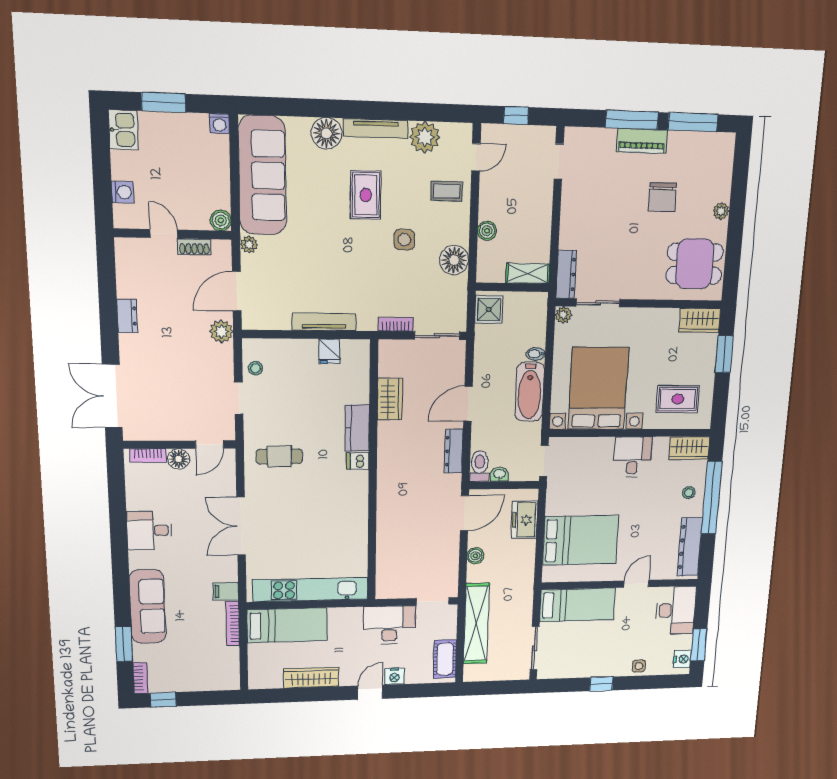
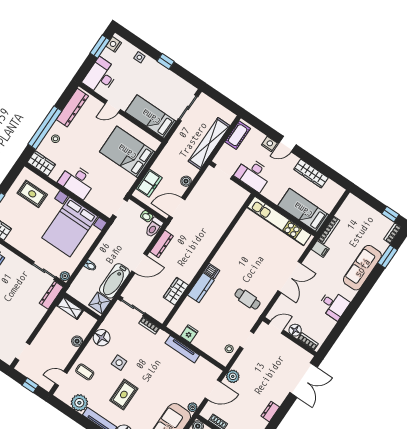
bathtub: (530, 392) -> (114, 281), moved, turned 180
desk: (633, 457) -> (77, 181), width x1.37

